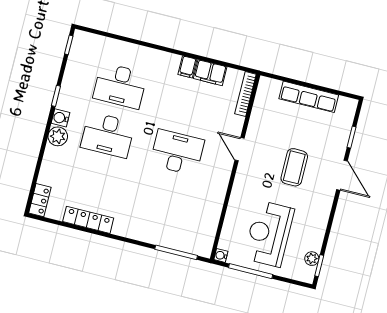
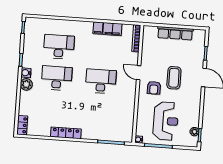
desk: (120, 86) -> (59, 47), turned 180
desk: (108, 135) -> (57, 78), turned 180
armchair: (260, 177) -> (154, 88), added
locker: (88, 220) -> (66, 133), moved
reception desk: (269, 234) -> (166, 121), turned 180

